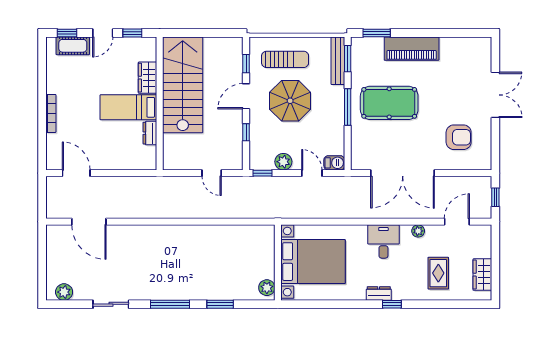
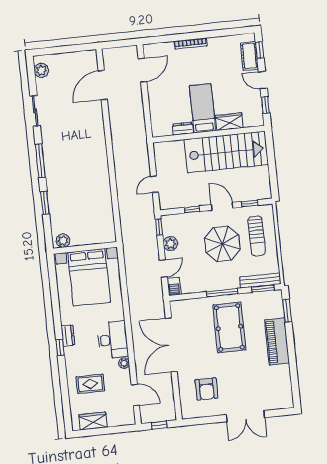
desk: (383, 241) -> (113, 340), width x1.37

